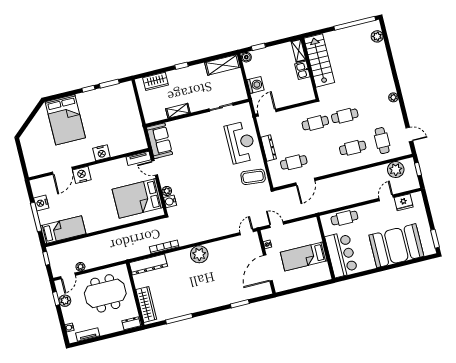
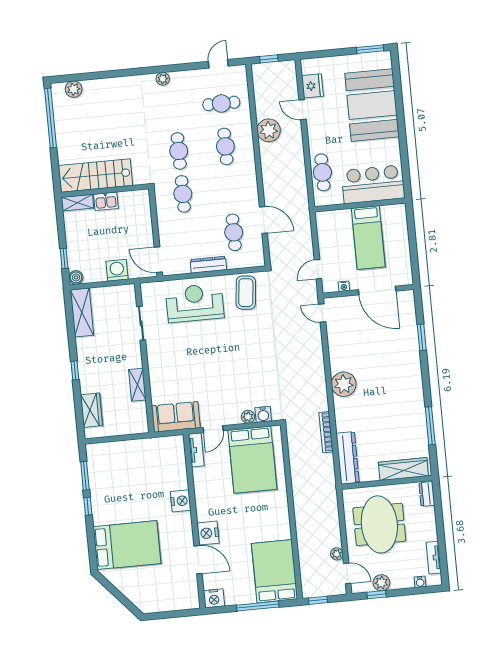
plant: (396, 170) -> (269, 130), moved
nightstand: (41, 203) -> (214, 598), moved
bed: (63, 230) -> (275, 571), width x1.50

